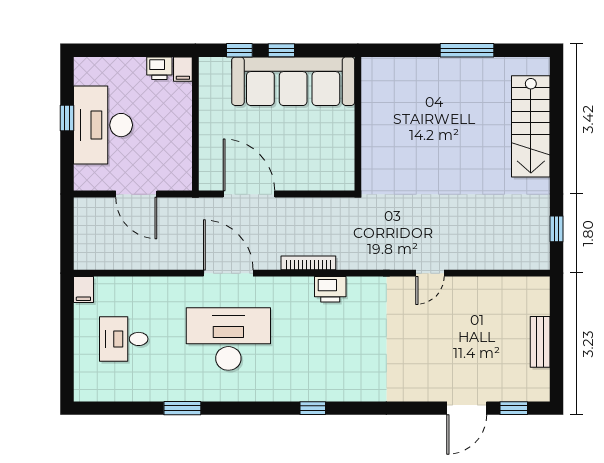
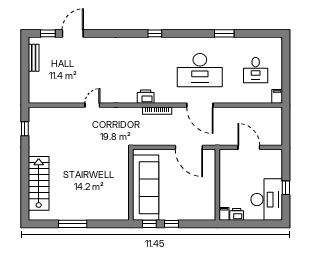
window: (239, 50) -> (149, 224), moved
sofa: (293, 81) -> (146, 188), moved, turned 90
desk: (103, 125) -> (267, 200), moved
desk: (124, 339) -> (256, 70), turned 90
bench: (540, 342) -> (34, 58), moved

